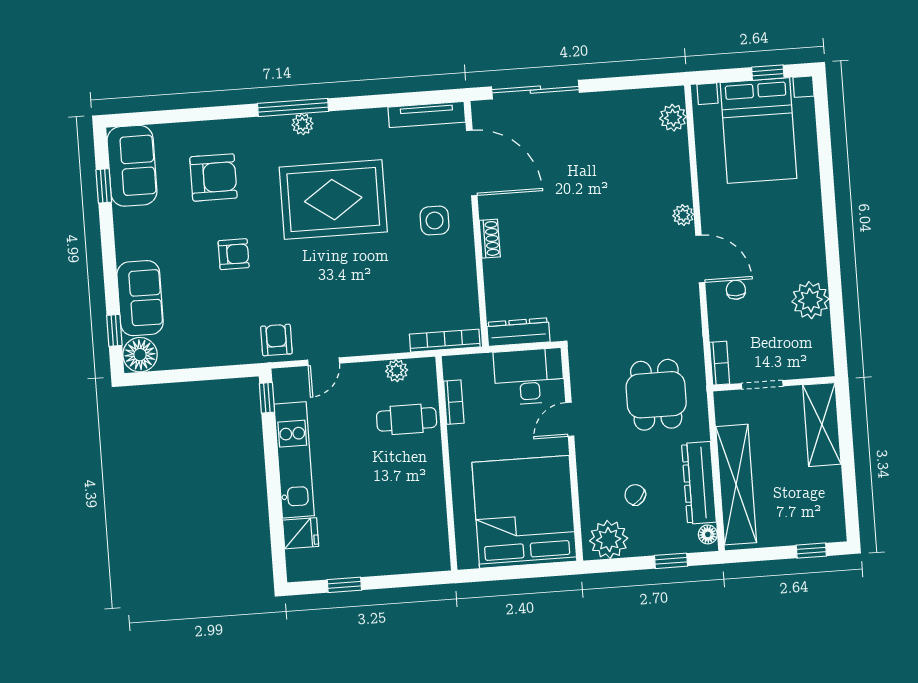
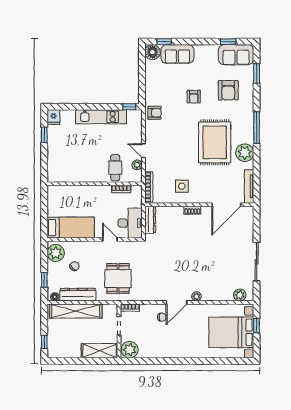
window: (768, 73) -> (257, 326), moved
sliding door: (535, 90) -> (257, 262), moved
window: (171, 116) -> (257, 73), added
plant: (303, 124) -> (245, 153), moved, width x1.88, depth x1.88
side table: (435, 221) -> (182, 186), moved
plant: (810, 300) -> (130, 350), moved
door: (324, 362) -> (143, 151), moved
dining table: (656, 395) -> (118, 279), turned 90
bed: (524, 512) -> (71, 228), width x0.49
fridge: (301, 533) -> (53, 117), moved

